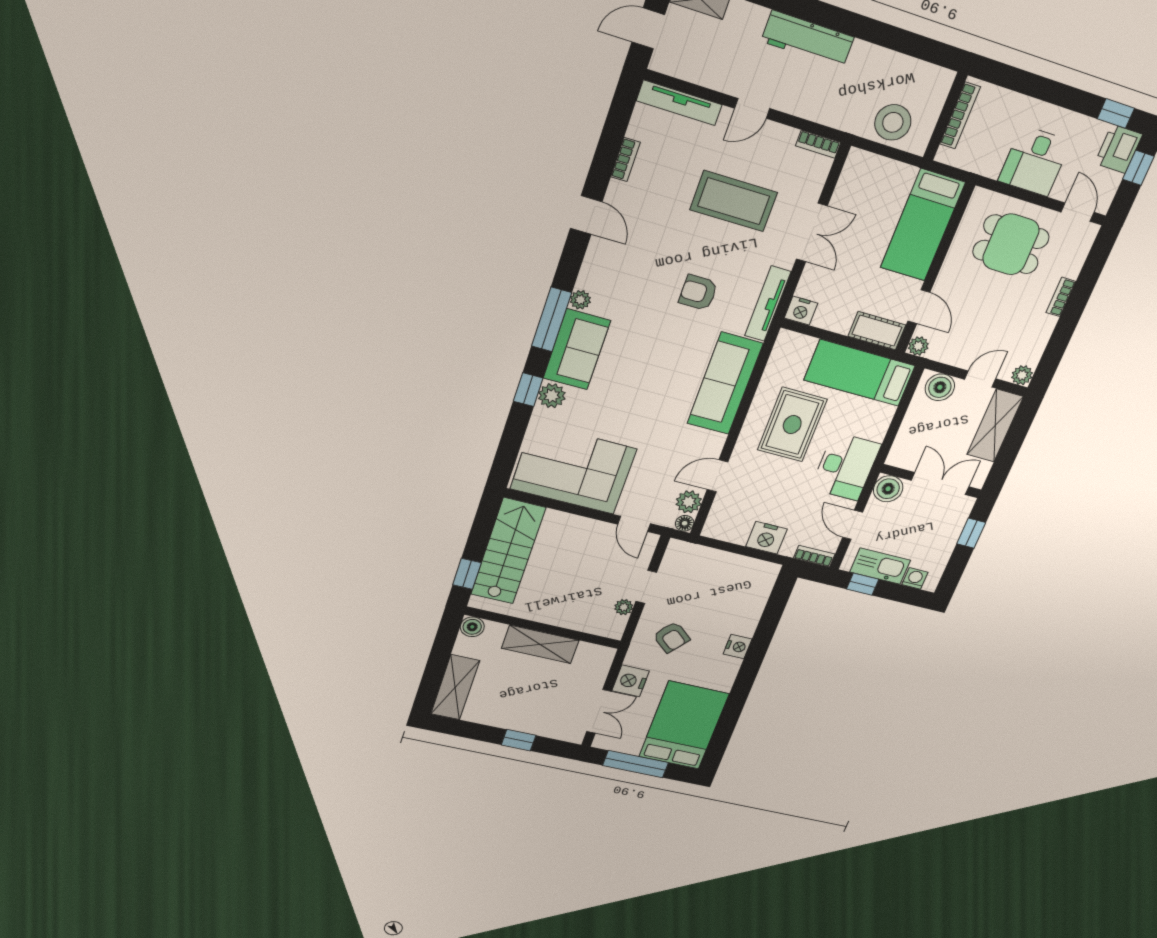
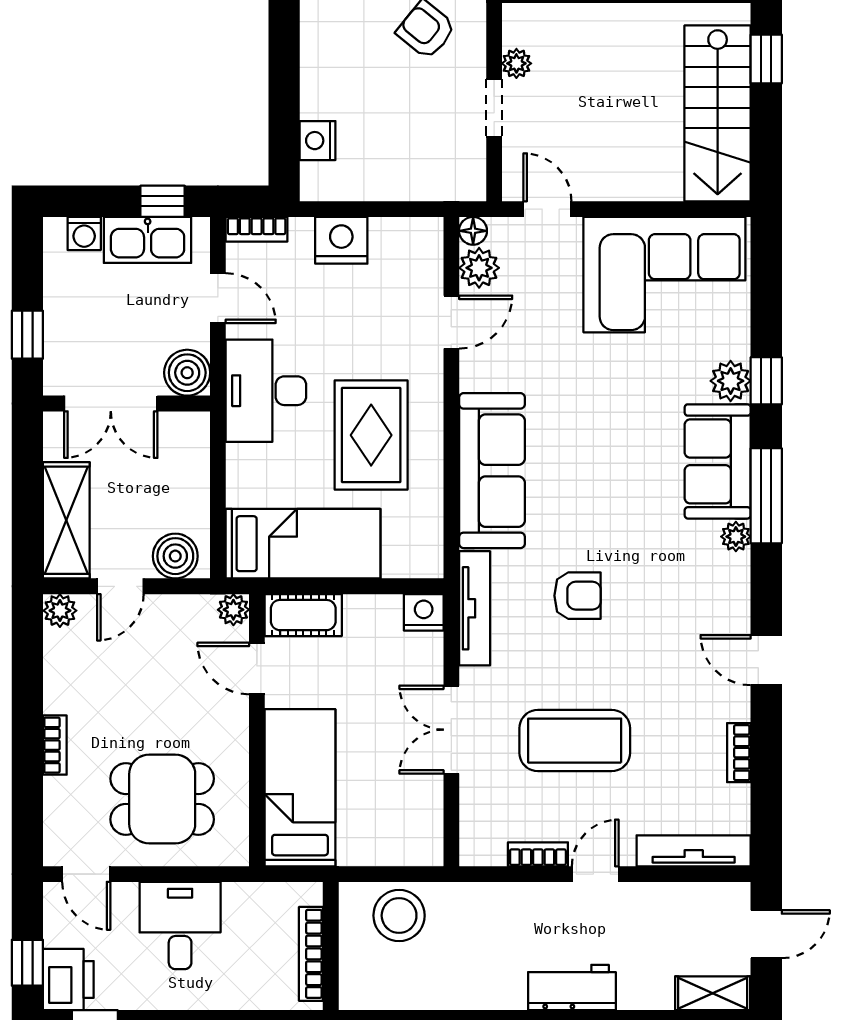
workbench: (808, 39) -> (572, 987), width x0.73
bookcase: (818, 144) -> (538, 854), moved
nightstand: (738, 647) -> (318, 141), moved

